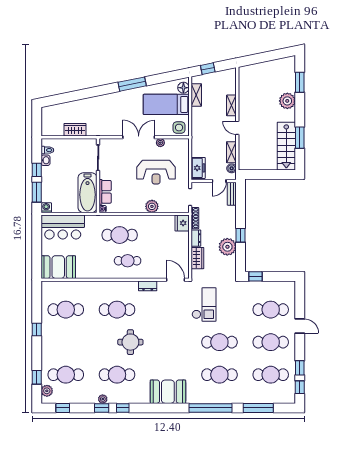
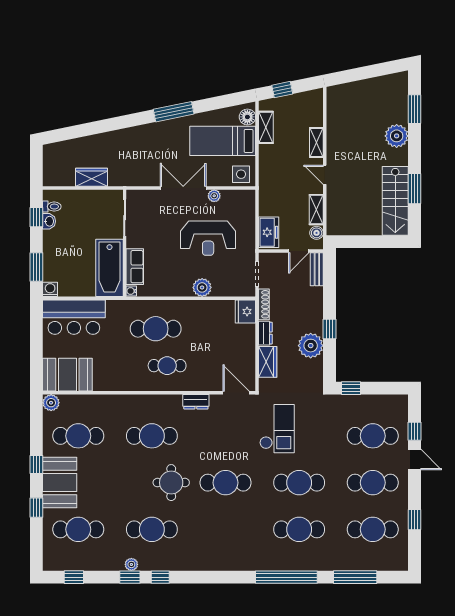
window: (37, 170) -> (36, 217), moved
cafe table: (168, 342) -> (225, 483), added
window: (37, 377) -> (36, 508), moved
window: (300, 387) -> (415, 431), moved
plant: (47, 391) -> (51, 403), moved
booth: (168, 392) -> (60, 482), moved, turned 90

